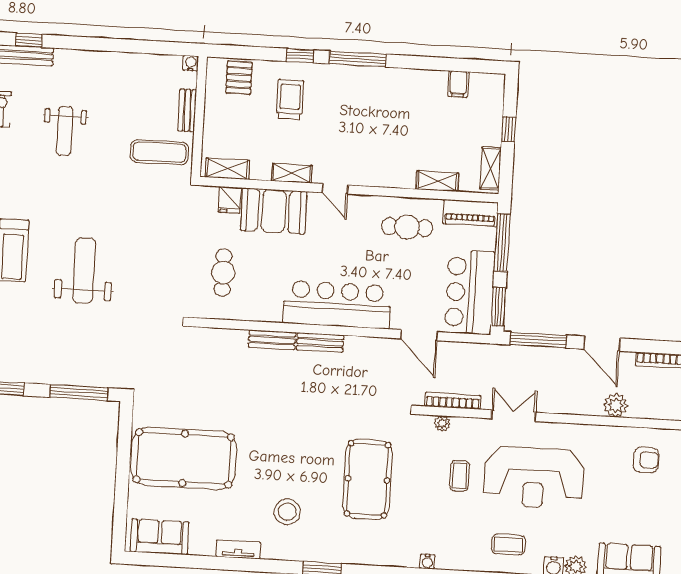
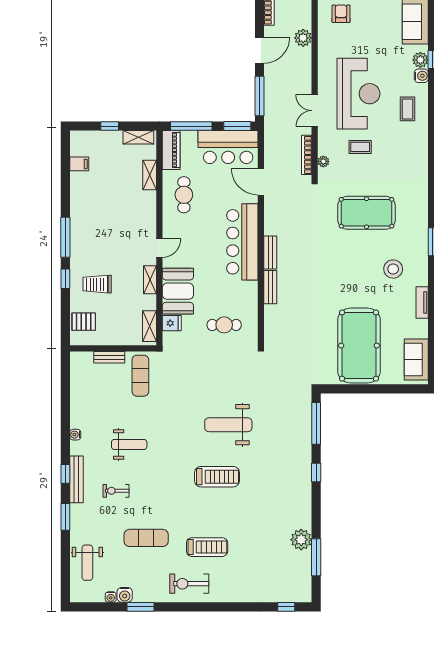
water cooler: (191, 63) -> (75, 435), moved
door: (419, 335) -> (261, 182), swing flipped
water cooler: (427, 562) -> (423, 166), removed

